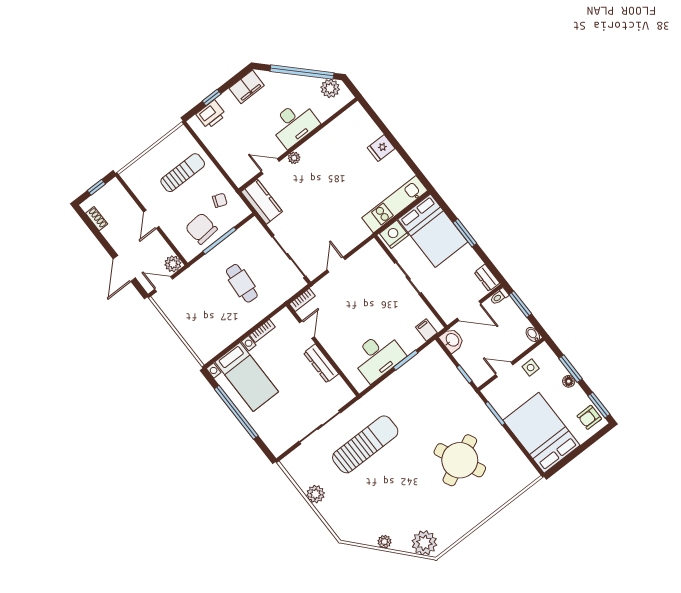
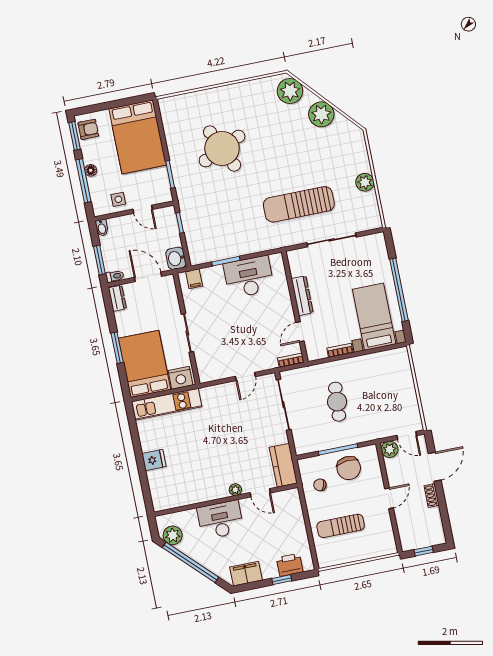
shoe rack: (97, 219) -> (432, 495), moved
window: (570, 369) -> (83, 181), width x1.44
plant: (384, 542) -> (321, 114), width x1.87, depth x1.87

